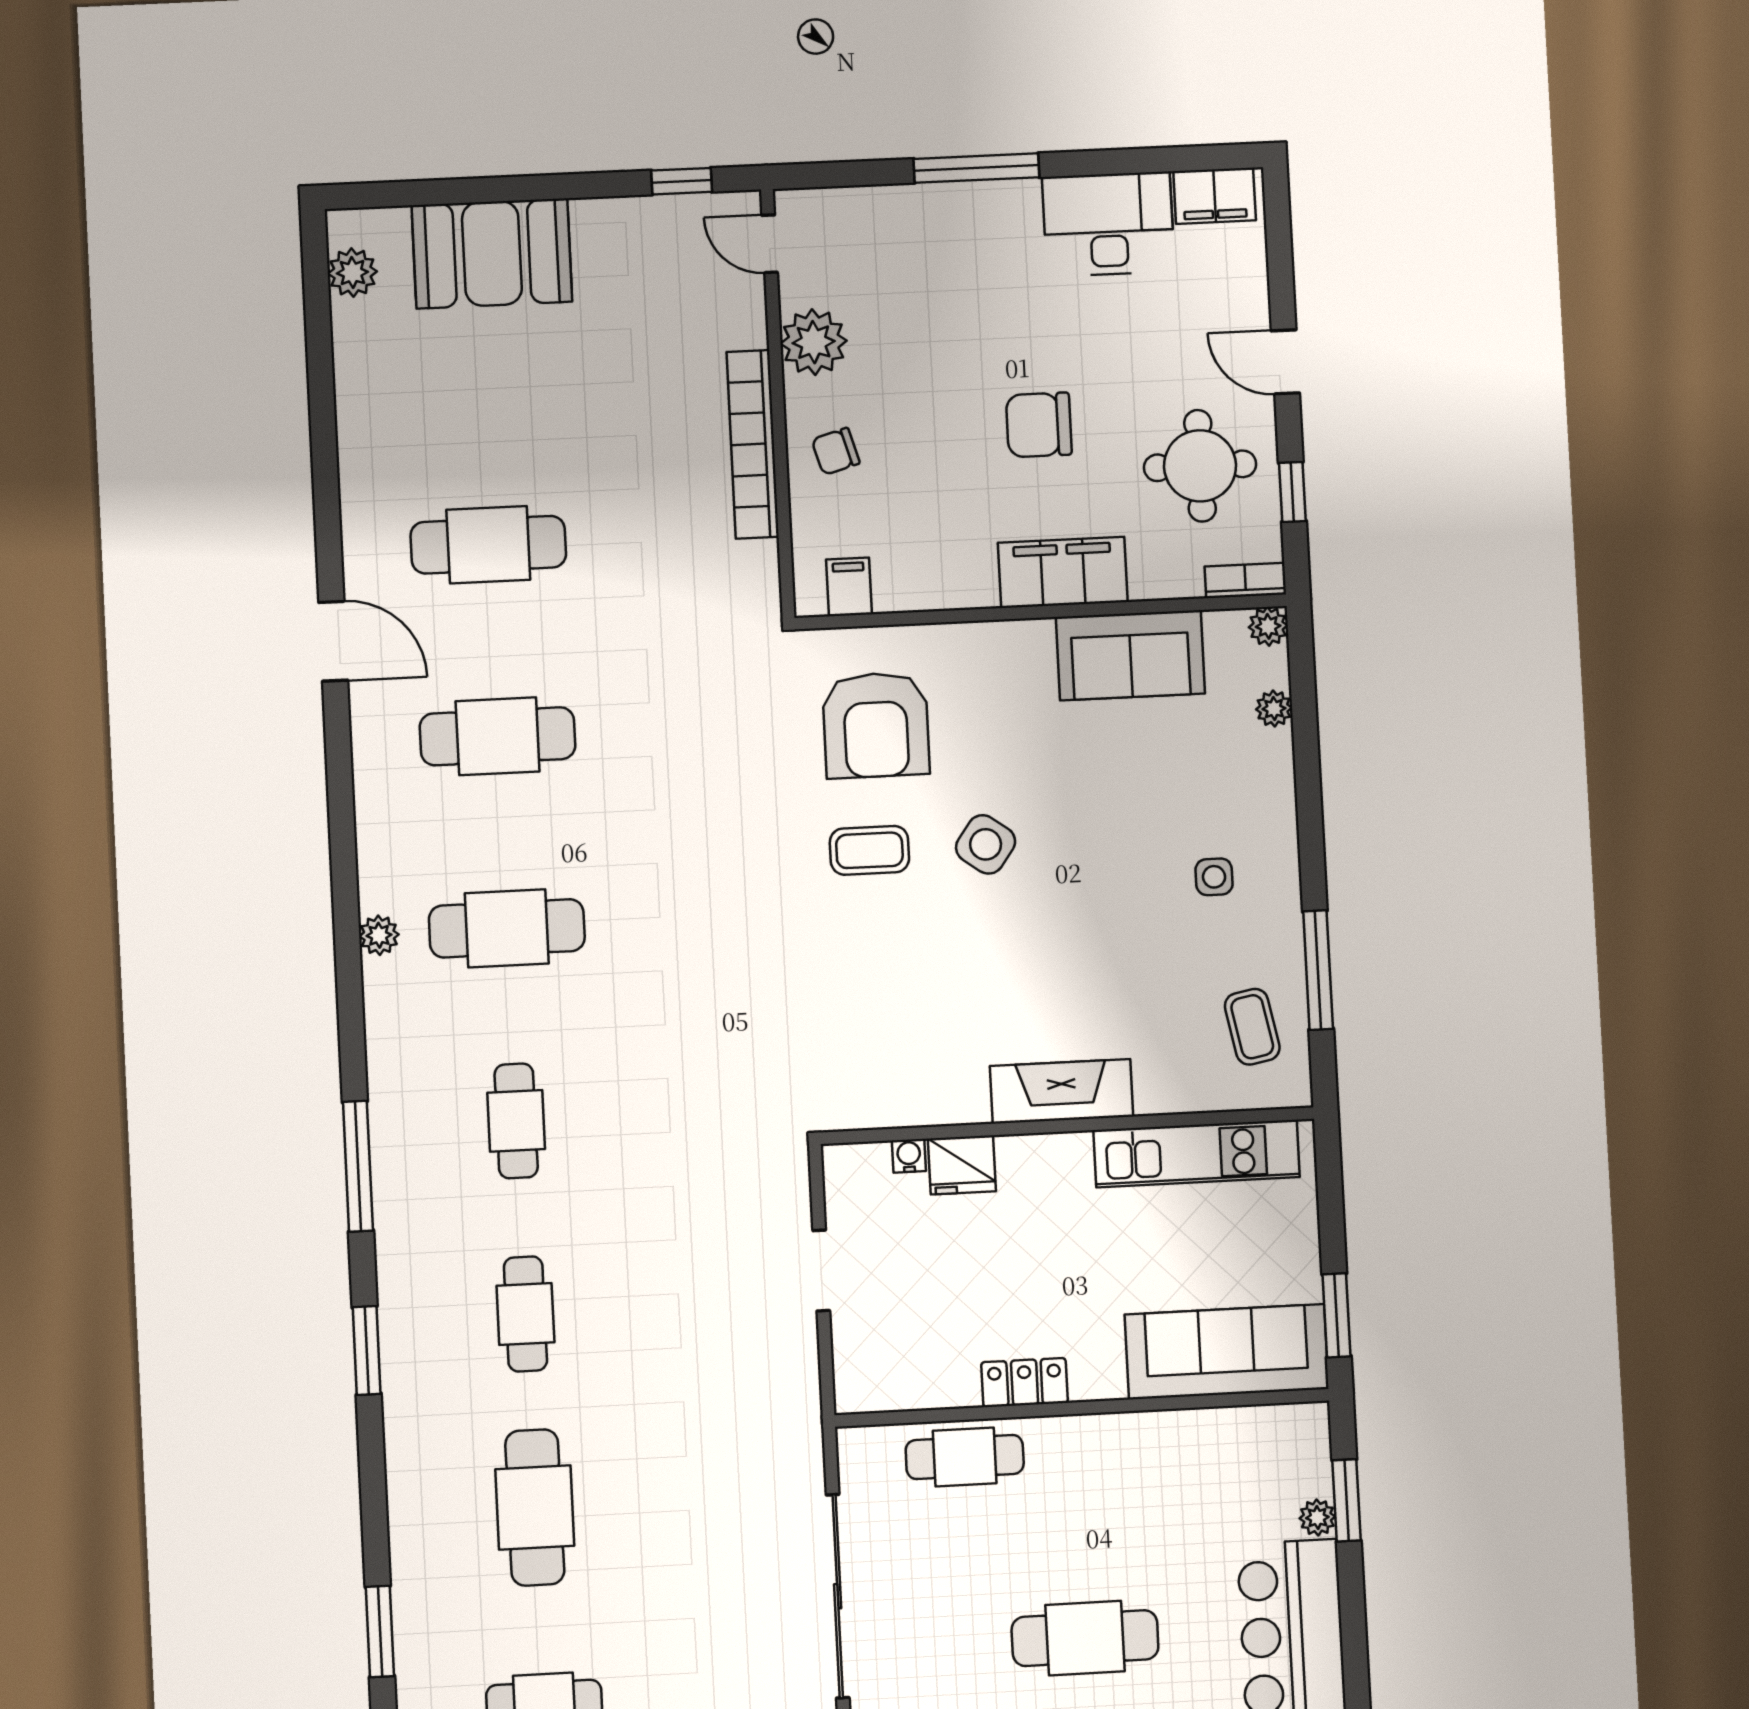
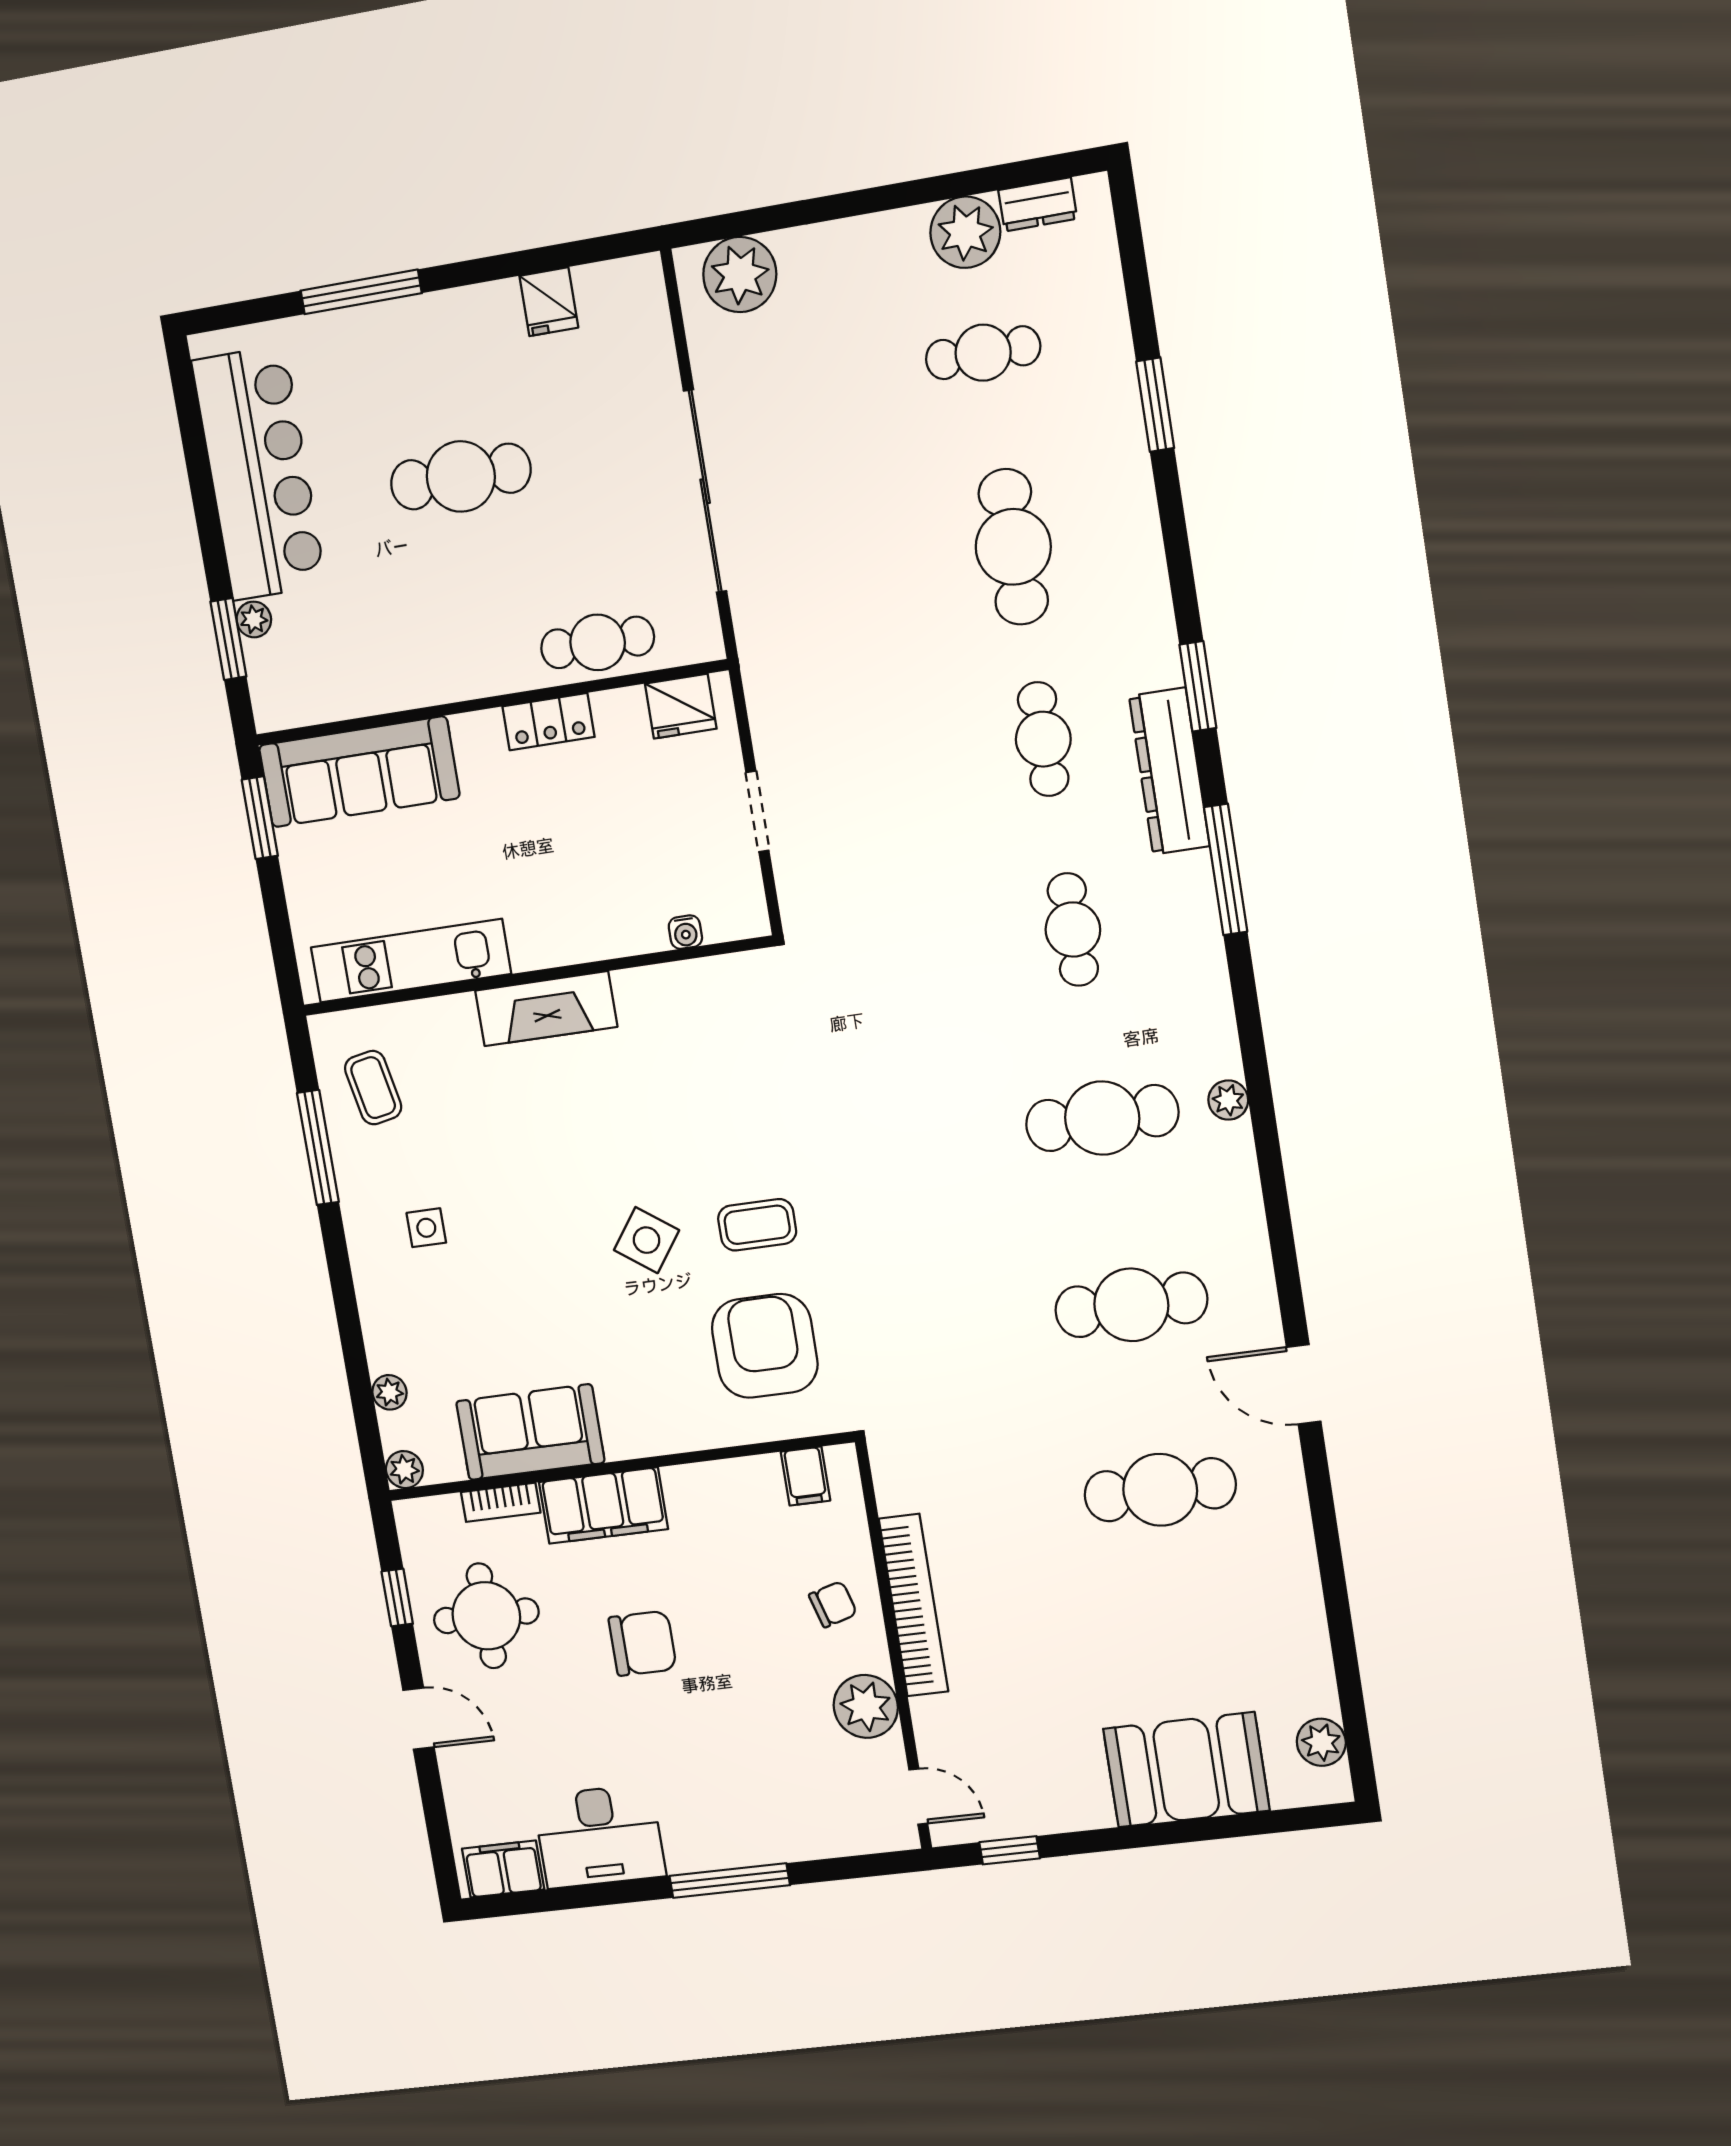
bookcase: (1245, 580) -> (501, 1502), moved
fridge: (962, 1165) -> (681, 706), moved, turned 180
dresser: (404, 1269) -> (1169, 771), added

